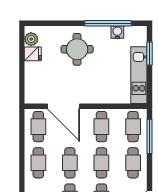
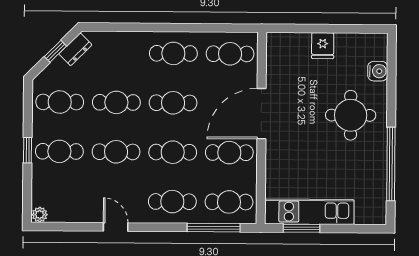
water cooler: (117, 32) -> (378, 71), moved
plant: (31, 39) -> (367, 44), removed
window: (150, 53) -> (301, 228), moved
fridge: (33, 54) -> (323, 46), moved
door: (64, 106) -> (261, 114), moved

